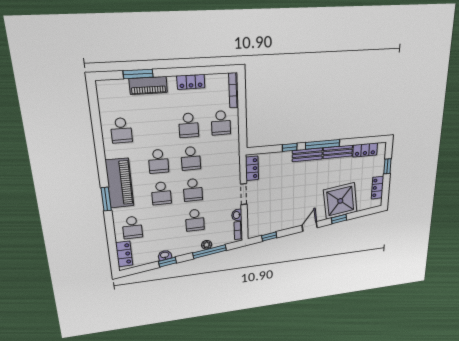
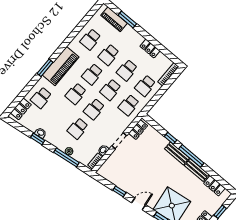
piano: (148, 85) -> (114, 19), moved
school desk: (155, 128) -> (109, 55), added
school desk: (222, 156) -> (129, 105), added
window: (269, 237) -> (119, 191), moved

